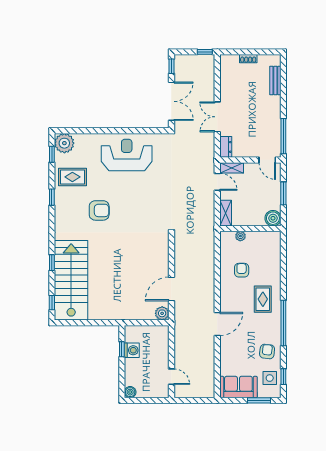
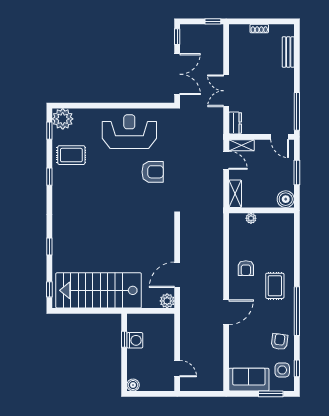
armchair: (99, 210) -> (153, 172), moved
armchair: (242, 270) -> (246, 268), moved, turned 180
stairs: (71, 280) -> (99, 290), moved, turned -90

